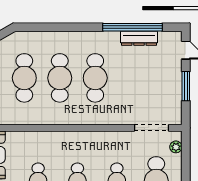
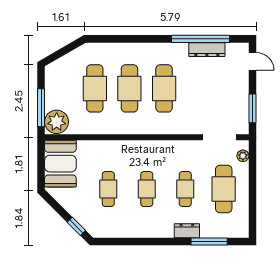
window: (186, 86) -> (253, 108), moved

